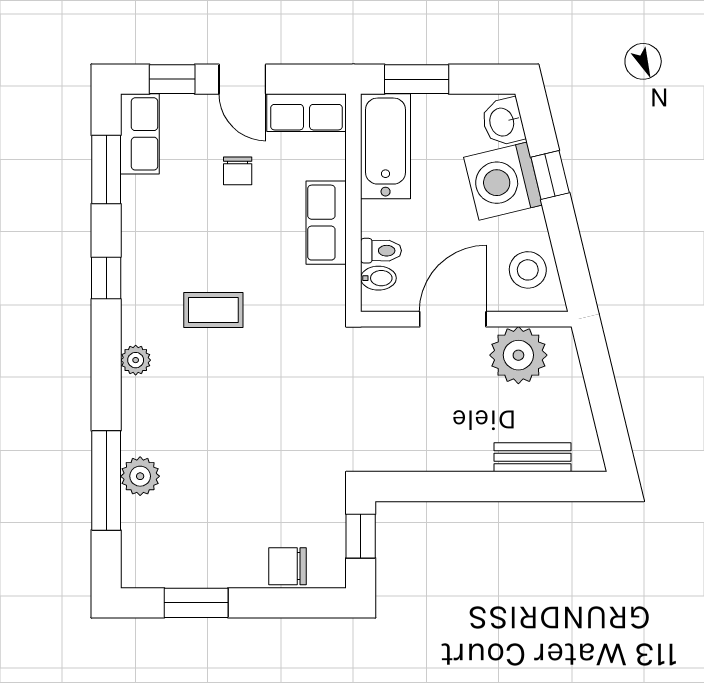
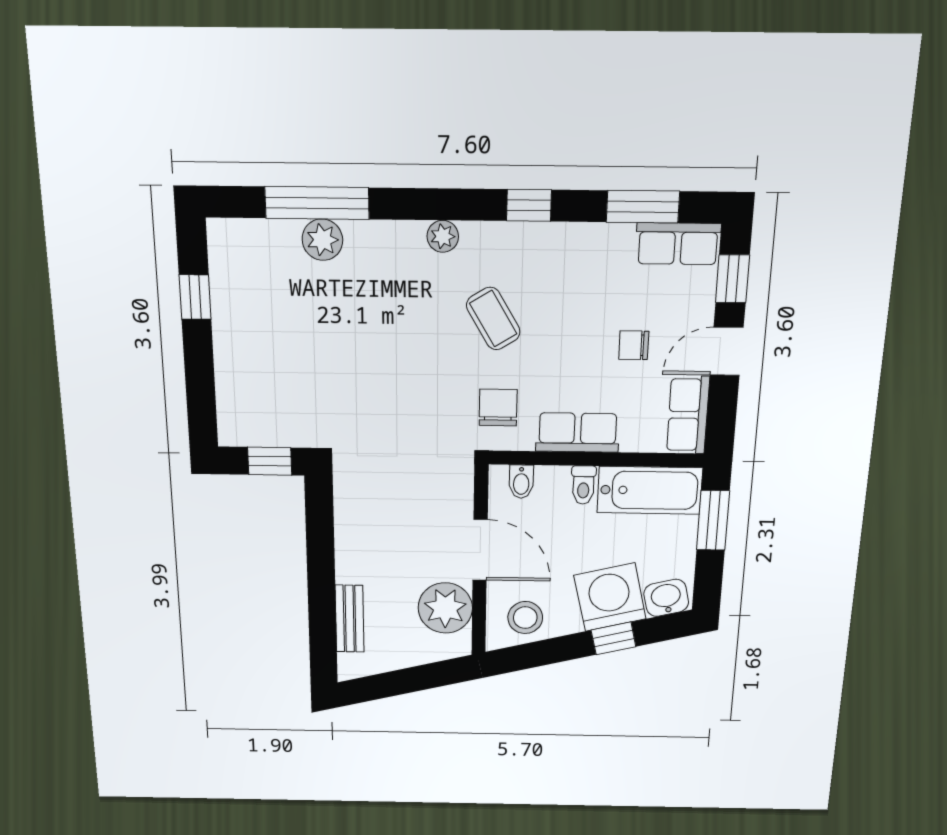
toilet: (381, 251) -> (583, 485), moved
coffee table: (213, 310) -> (493, 319), turned -31
chair: (288, 566) -> (498, 408), moved
window: (196, 603) -> (195, 297), width x0.67

